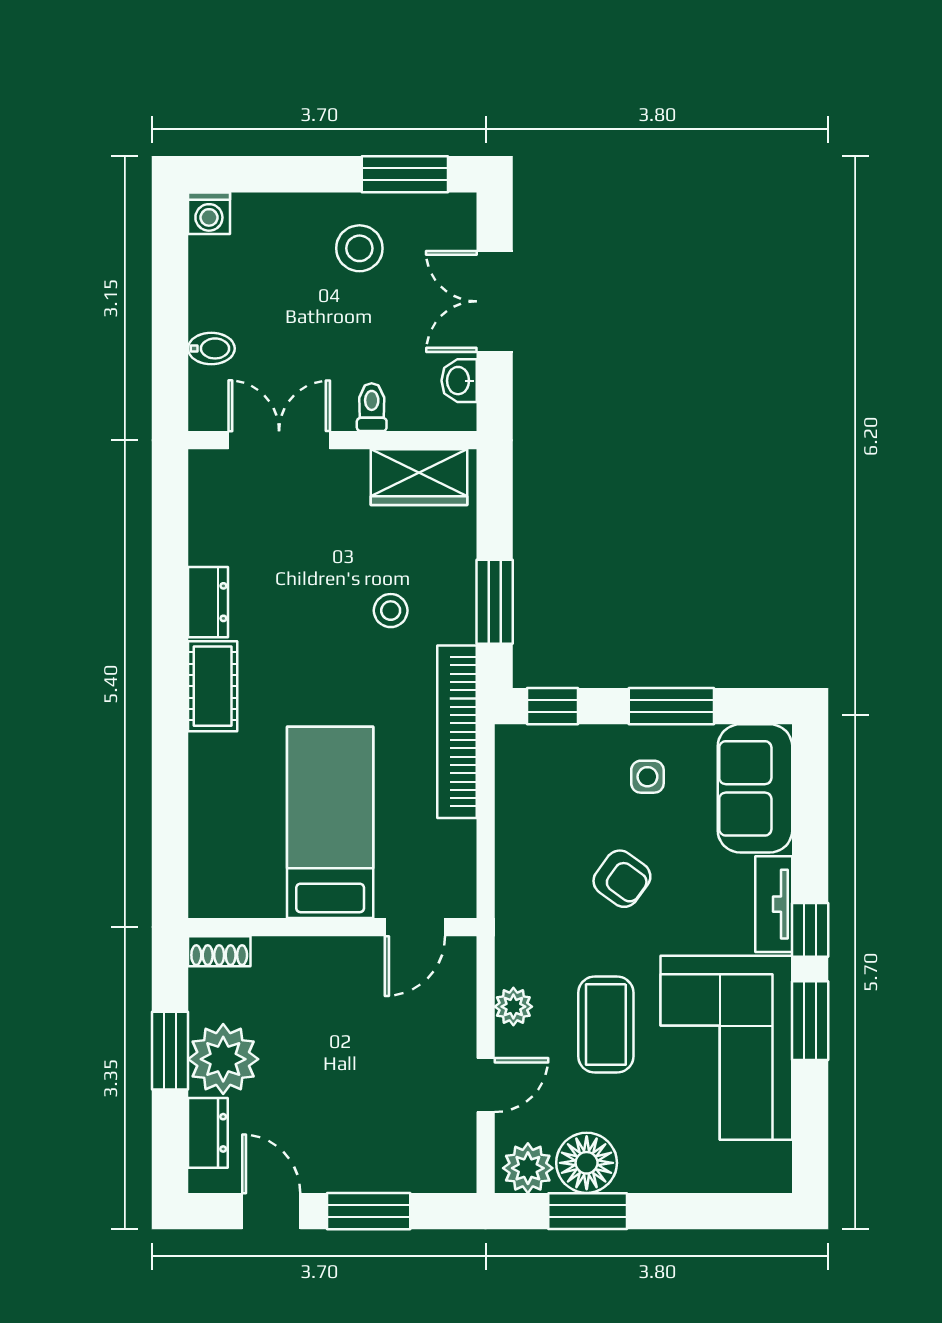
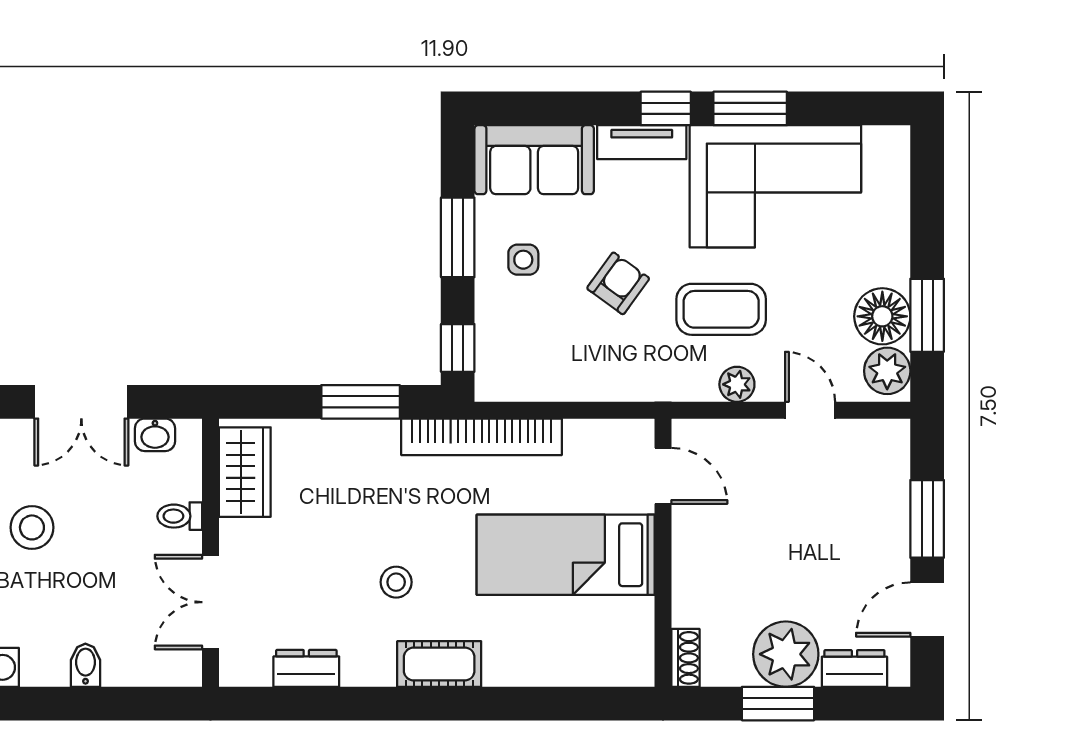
bidet: (211, 348) -> (85, 665), moved
dresser: (208, 602) -> (306, 668), moved
stool: (391, 611) -> (396, 582), moved
coffee table: (606, 1025) -> (721, 309), moved

